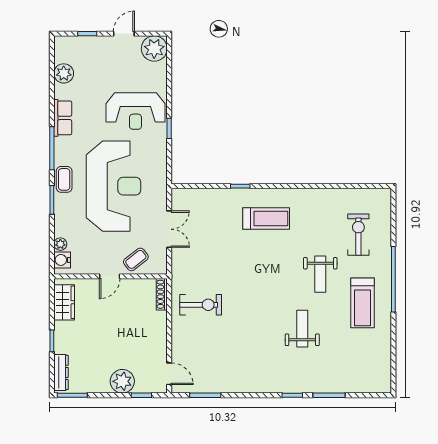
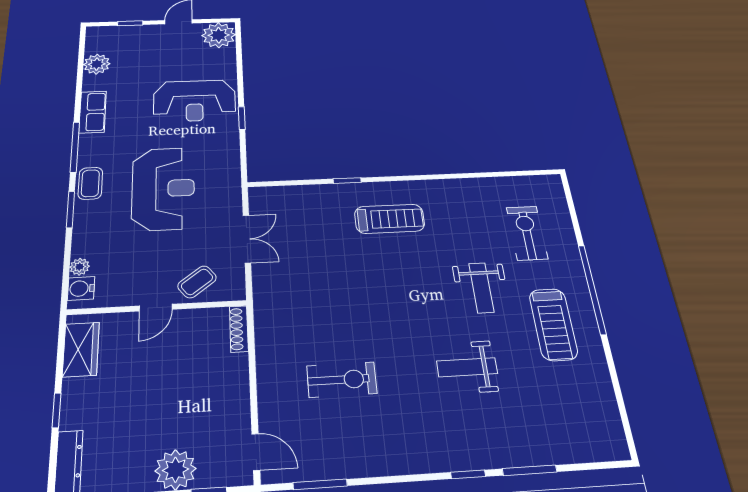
reception desk: (114, 186) -> (163, 188), width x0.74, depth x0.77
exercise bike: (201, 305) -> (342, 380), moved
weight bench: (302, 329) -> (467, 367), turned -90

